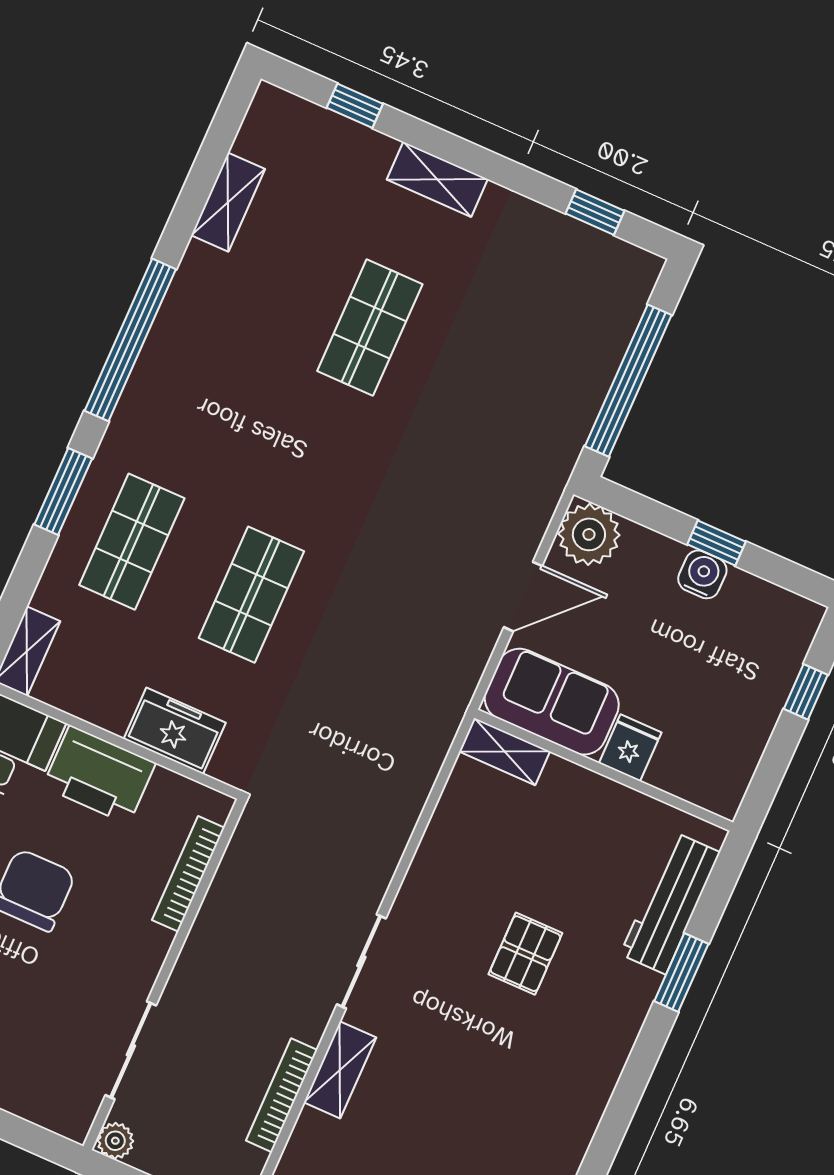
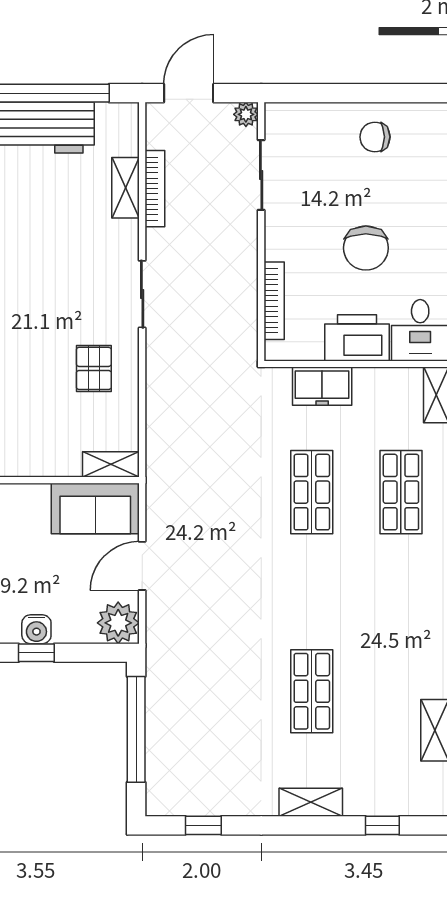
fridge: (630, 748) -> (34, 501), removed
pallet: (525, 954) -> (94, 368), moved
shelving: (340, 1070) -> (125, 188), moved

